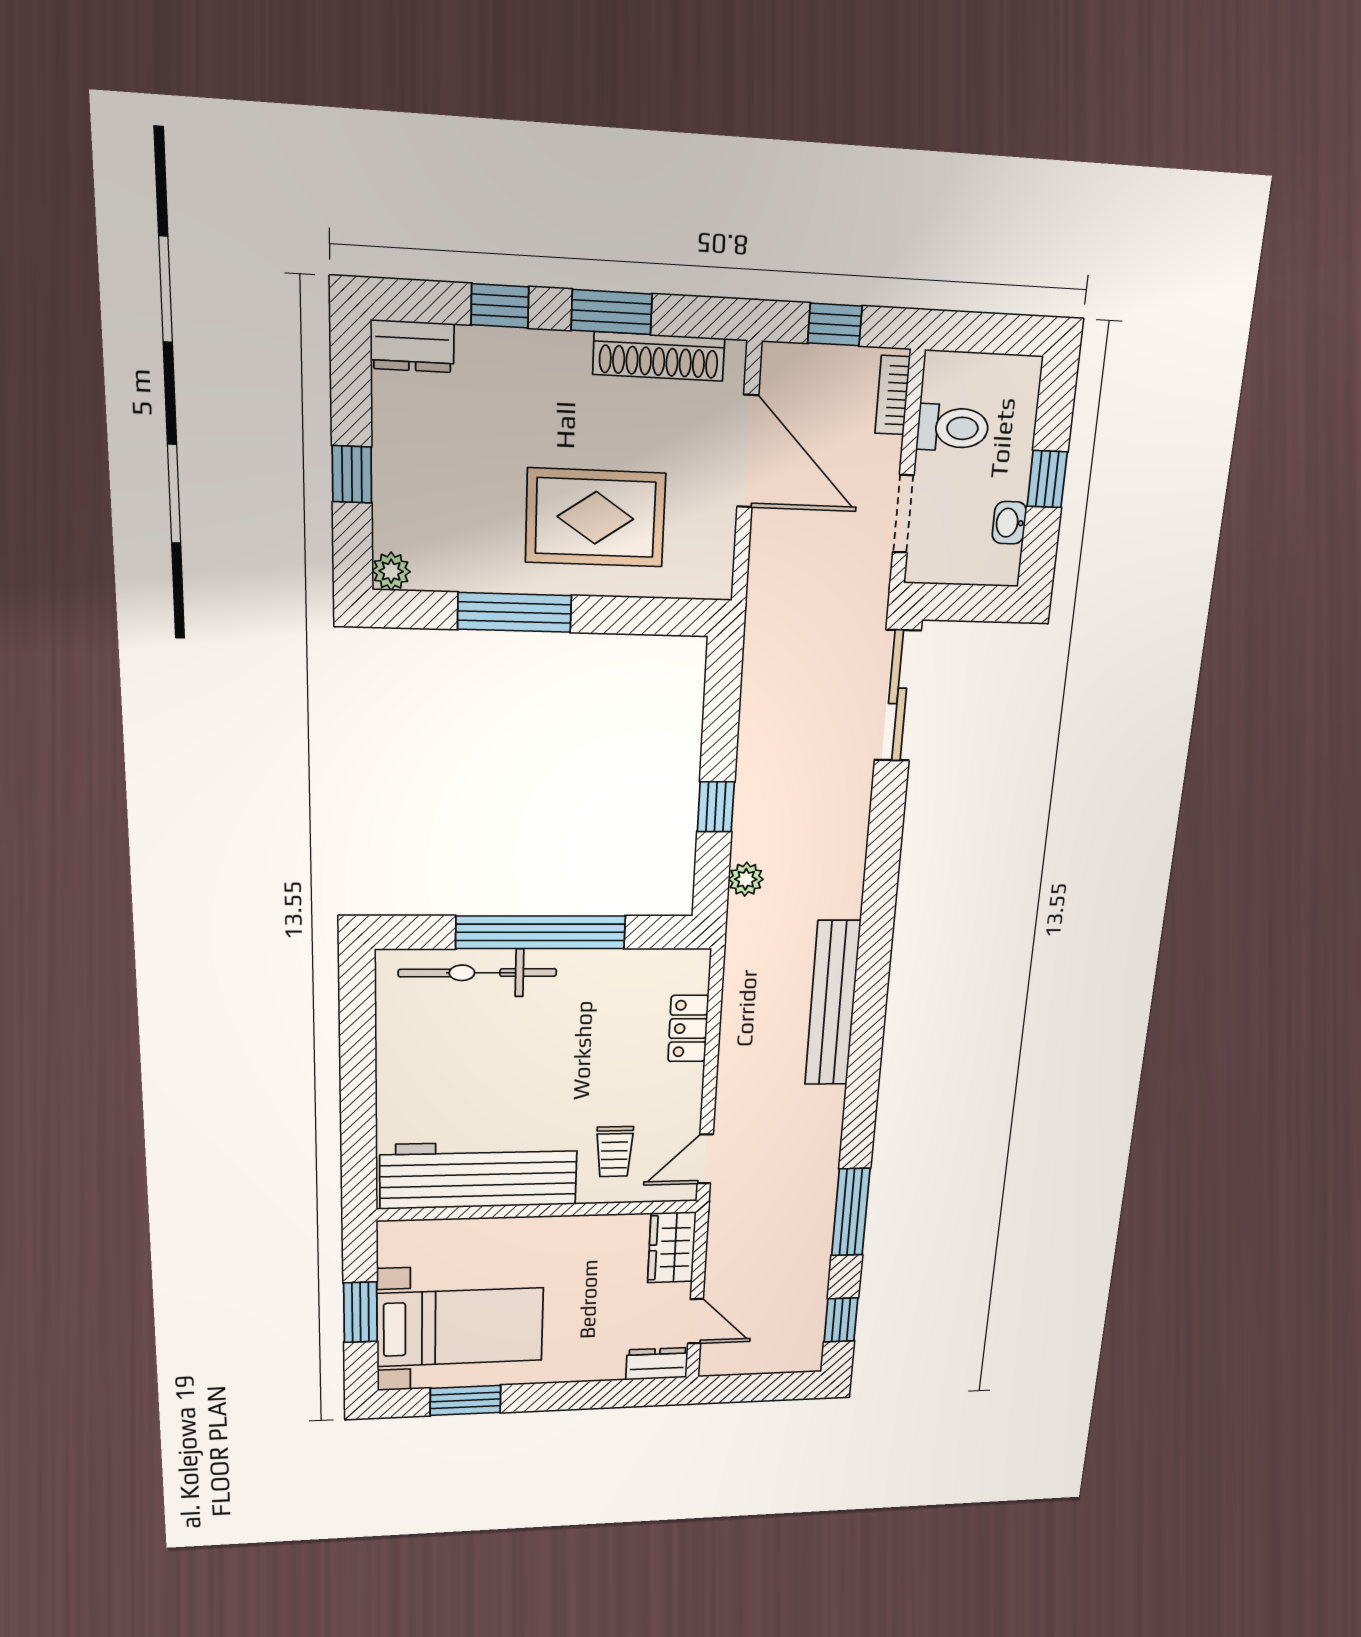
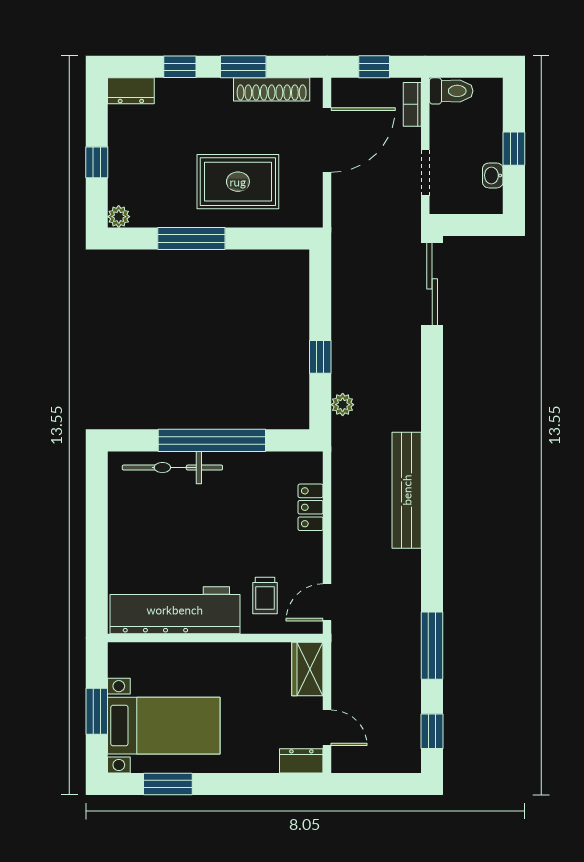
toilet: (953, 428) -> (451, 91), moved
door: (748, 451) -> (327, 140), hinge flipped

